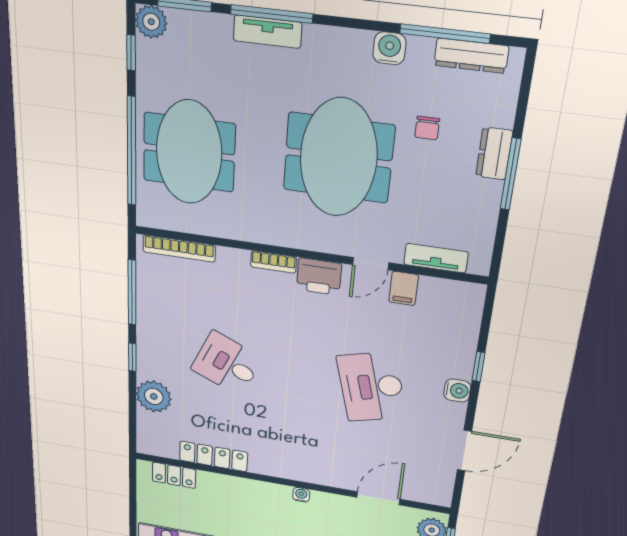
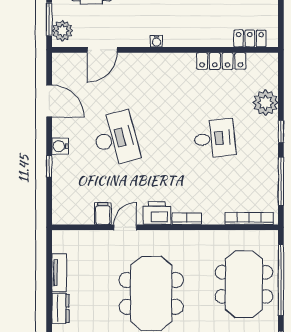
chair: (427, 128) -> (101, 319), removed
window: (511, 174) -> (49, 297), removed
tv unit: (436, 258) -> (59, 273), moved, turned -90
desk: (227, 364) -> (214, 139), turned -30
door: (464, 451) -> (49, 101), swing flipped

